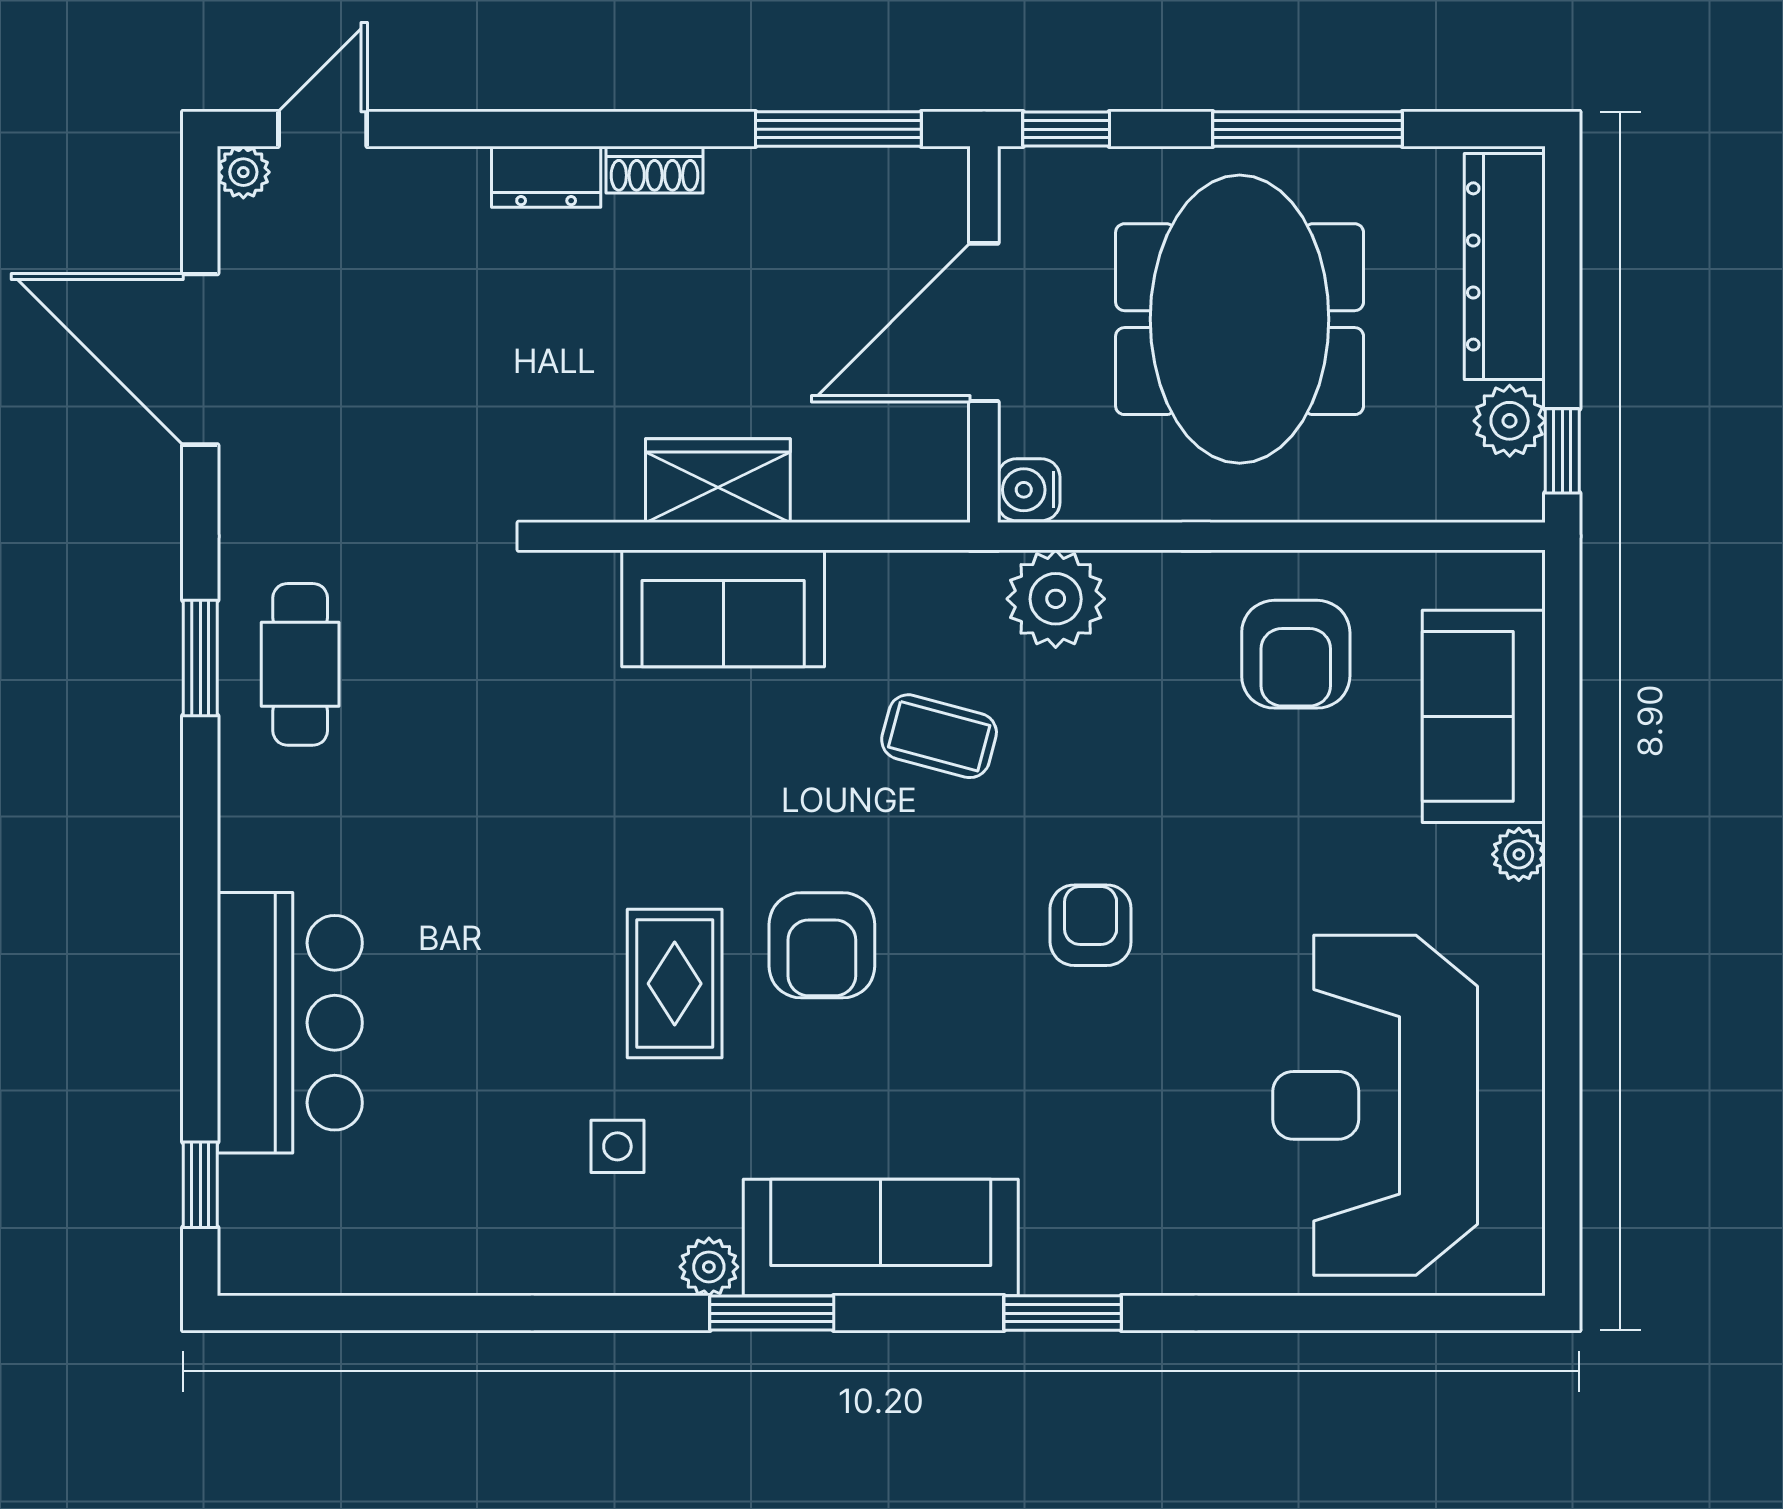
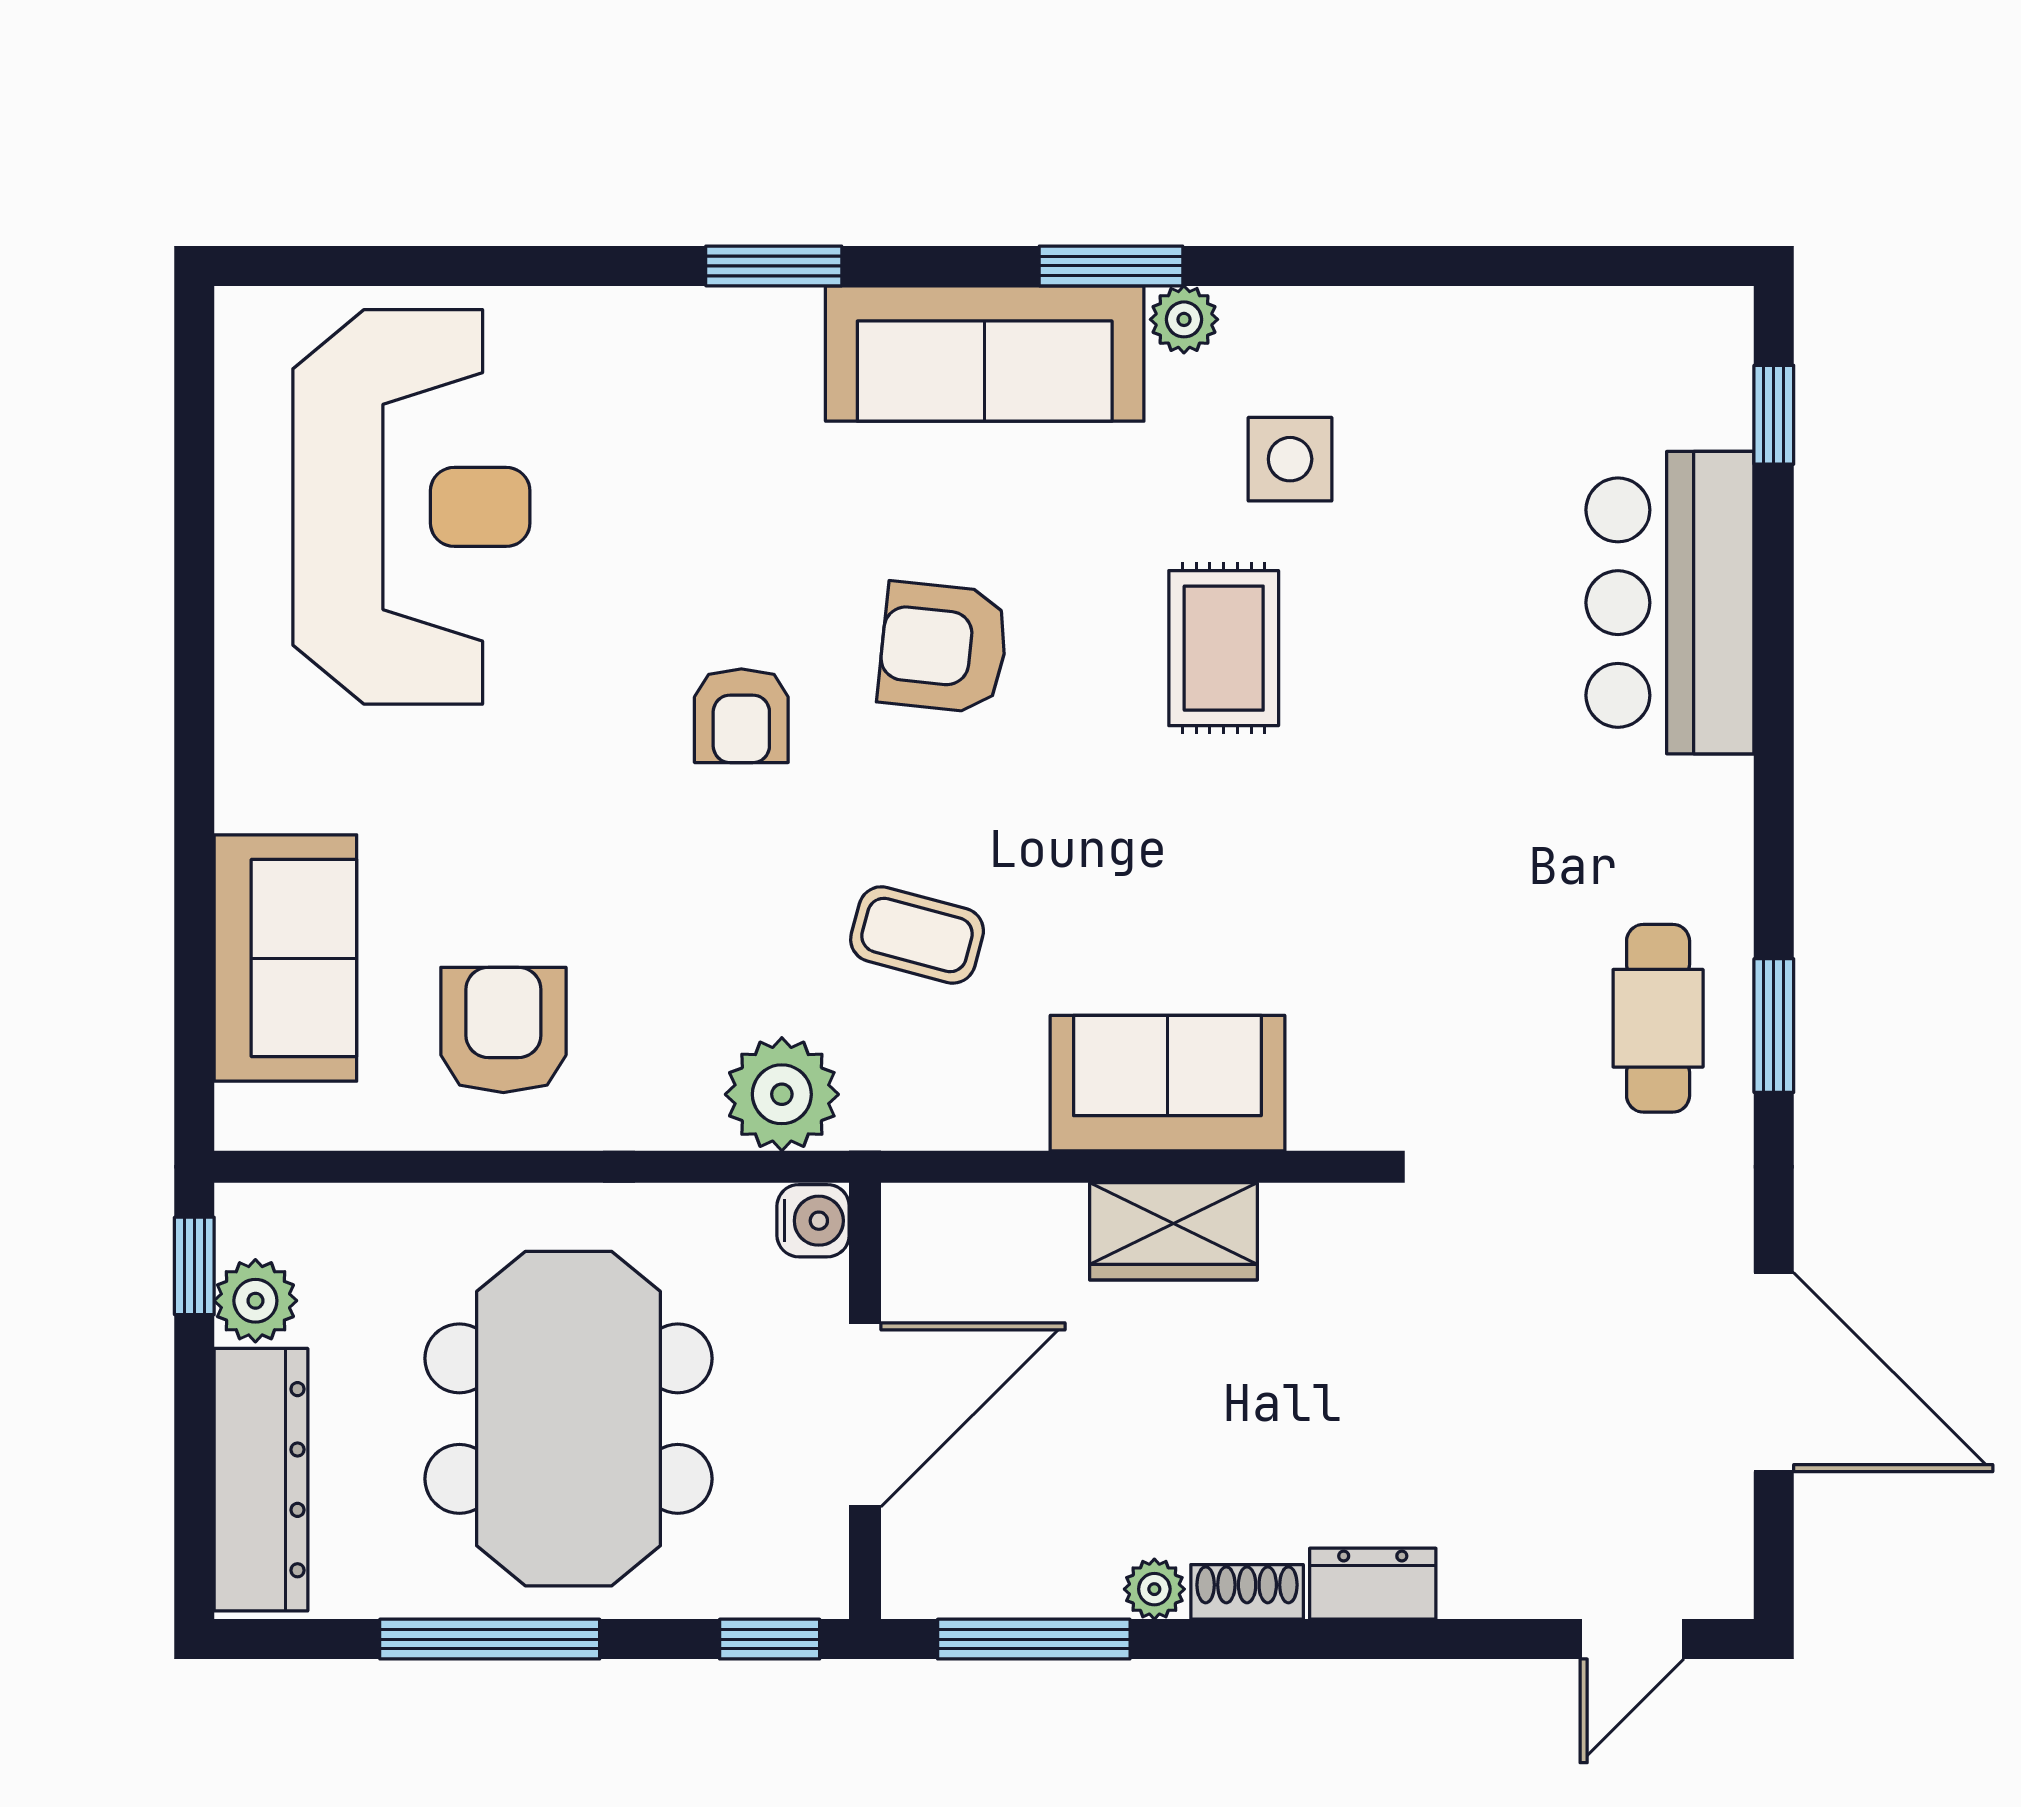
plant: (243, 172) -> (1154, 1589), moved
plant: (1519, 854) -> (245, 798), removed
armchair: (822, 945) -> (943, 648), moved, turned -84
side table: (617, 1146) -> (1290, 459), width x1.37, depth x1.37

